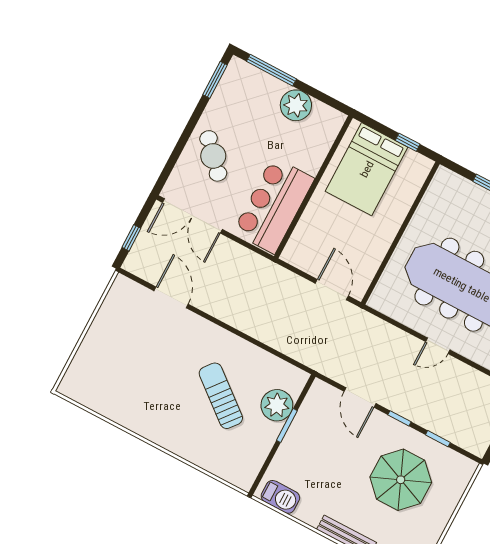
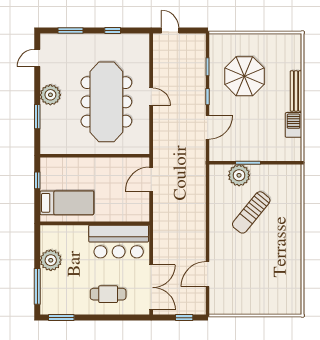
cafe table: (213, 156) -> (108, 294), turned 43
bed: (367, 169) -> (67, 203), width x0.67
barbecue: (280, 497) -> (294, 125), moved

